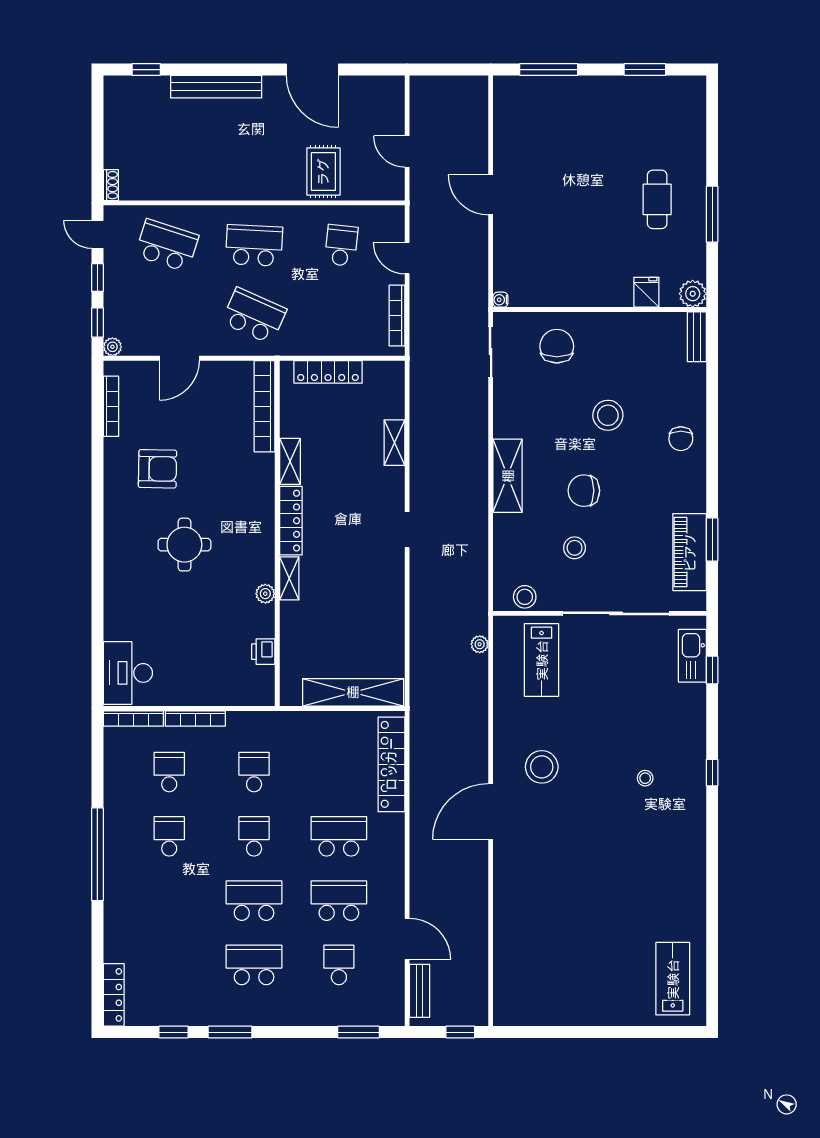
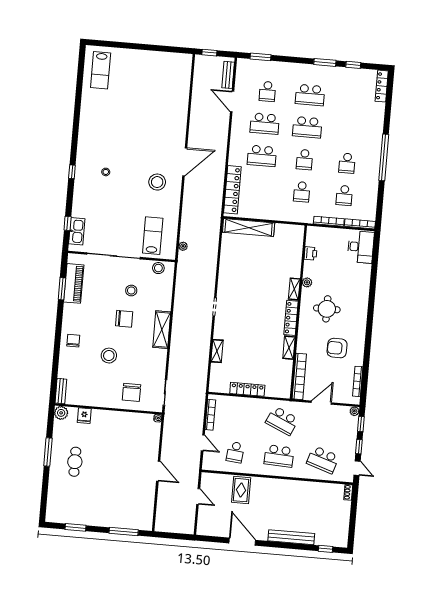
bookcase: (265, 406) -> (299, 376), moved
shelving: (290, 461) -> (289, 348), moved
locker: (291, 521) -> (291, 318), moved
wall: (277, 533) -> (298, 312), moved
shelving: (289, 578) -> (294, 289), moved
plant: (265, 594) -> (307, 282), moved
printer: (263, 652) -> (310, 253), moved

